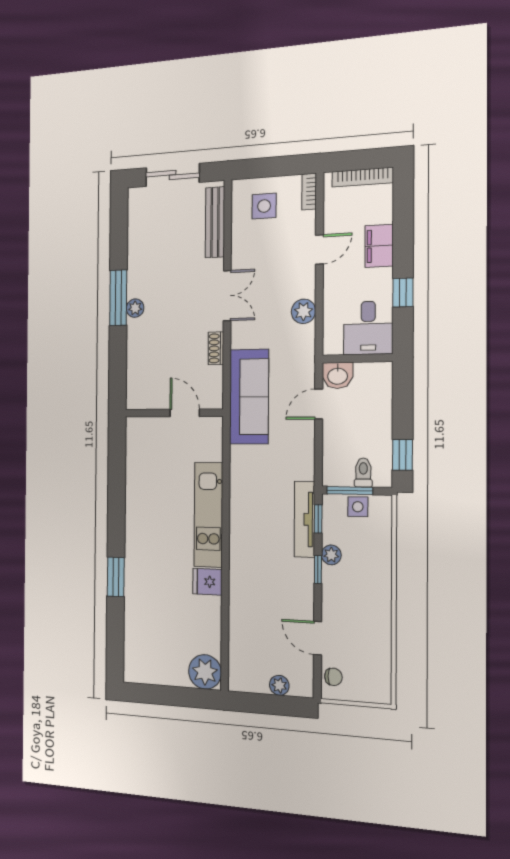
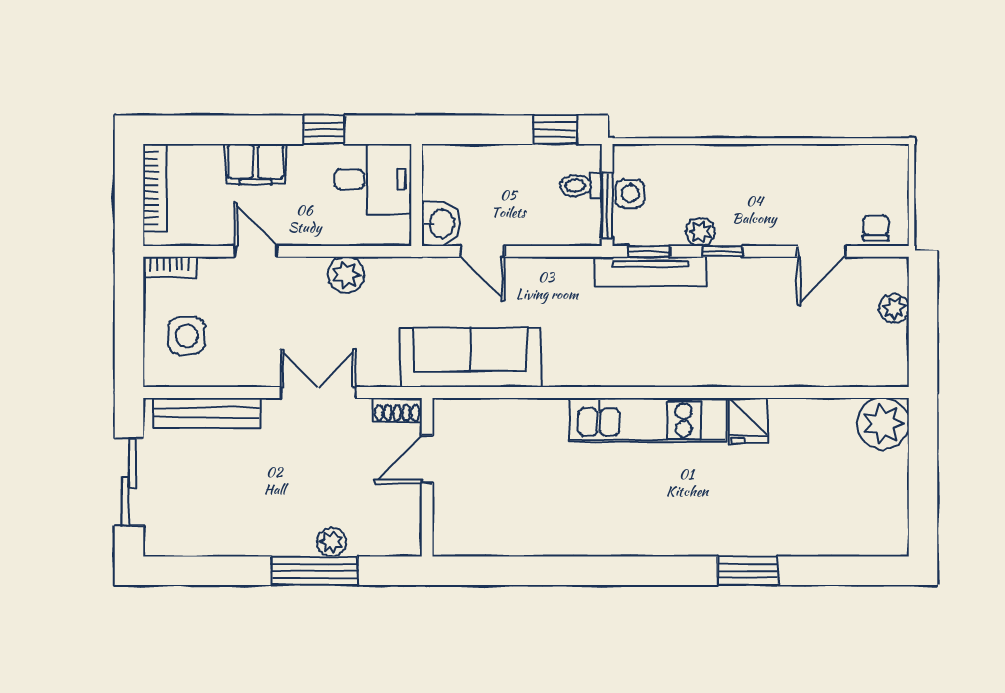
wall: (174, 413) -> (427, 477), moved
door: (185, 413) -> (427, 459), moved

